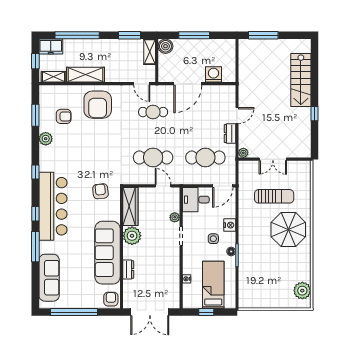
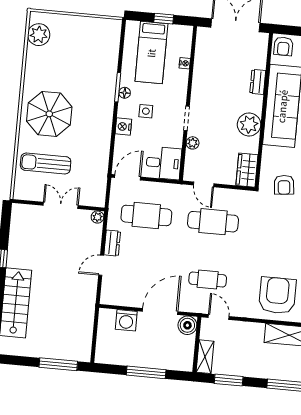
boiler: (165, 46) -> (187, 325), moved
sun lounger: (274, 196) -> (46, 164), moved
wardrobe: (130, 207) -> (247, 170), width x0.67

